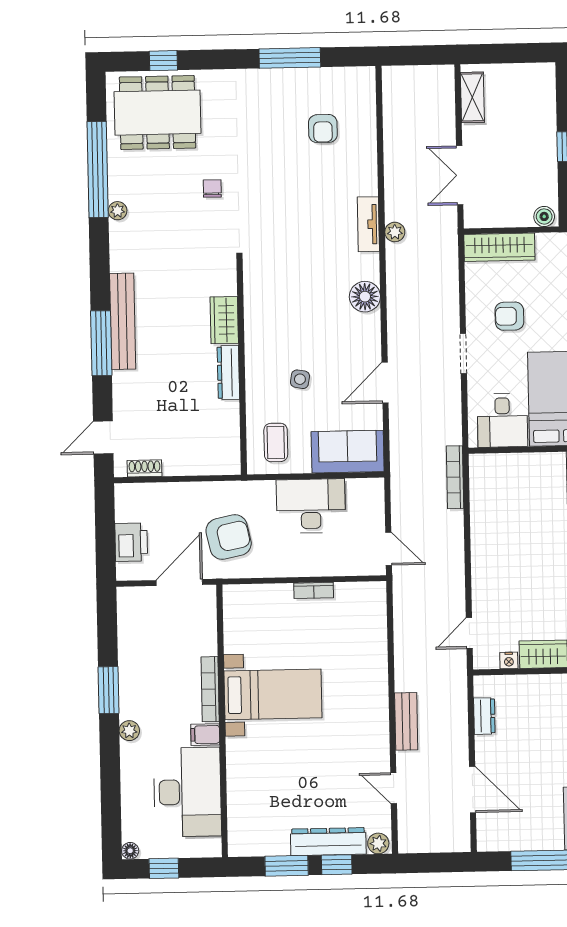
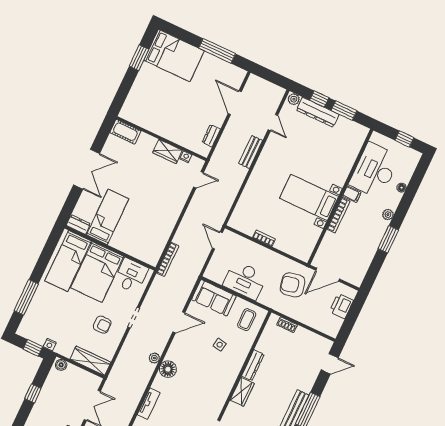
plant: (395, 232) -> (154, 358), moved
shoe rack: (145, 468) -> (287, 325), moved
floor lamp: (130, 851) -> (402, 188), moved

